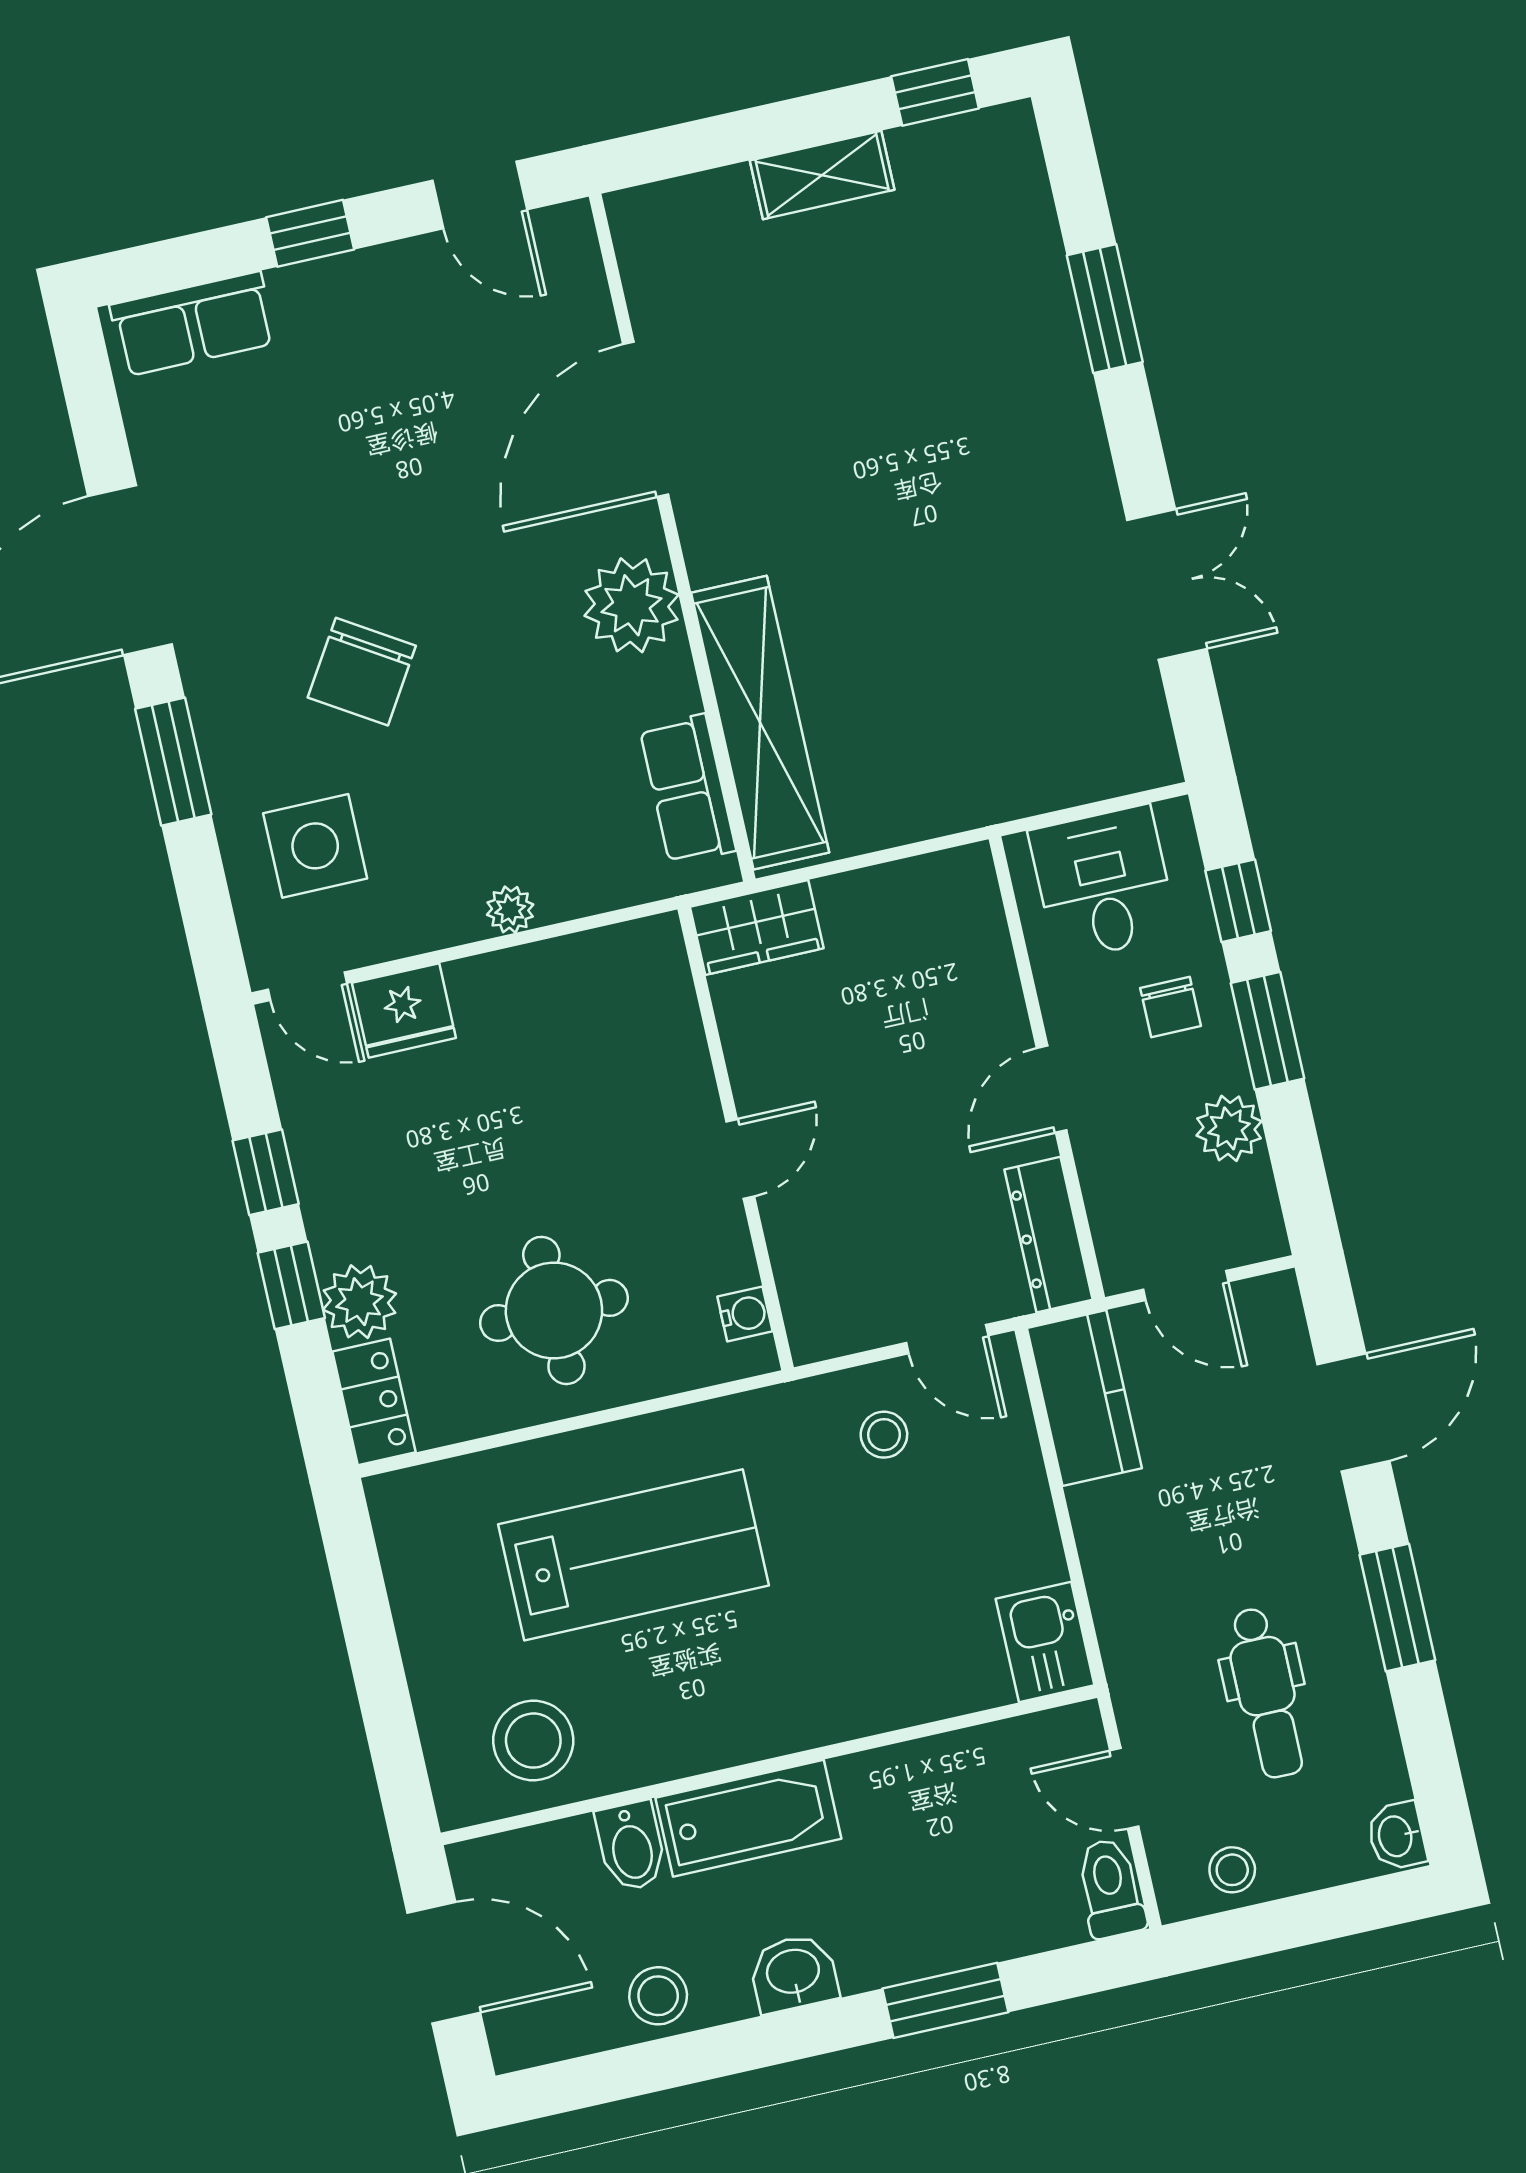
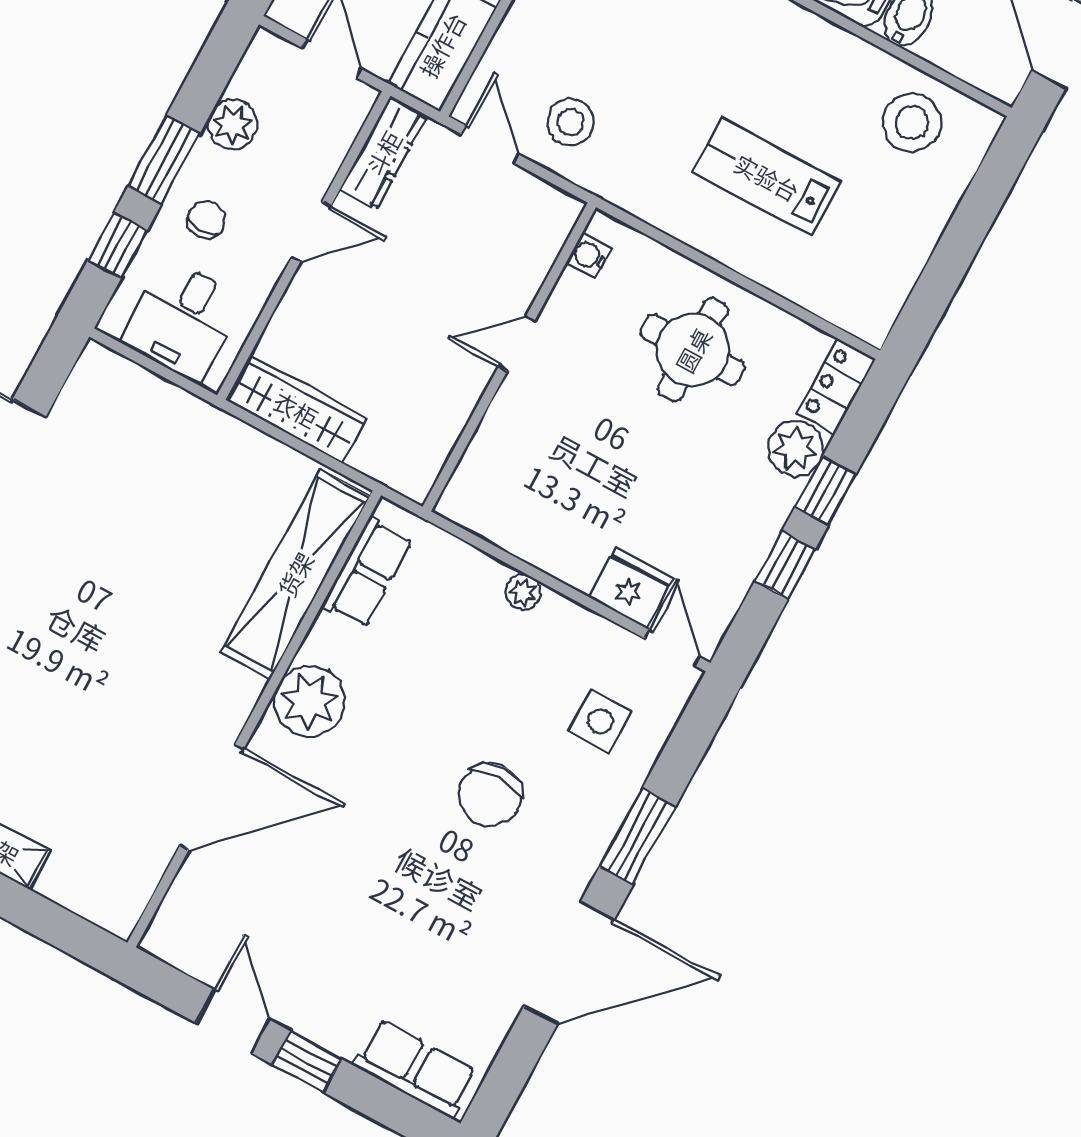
door: (480, 195) -> (233, 1021), moved
chair: (362, 672) -> (490, 795), turned 148
side table: (315, 846) -> (600, 721), width x0.73, depth x0.73
wardrobe: (757, 928) -> (296, 409), moved, width x1.50
stool: (884, 1435) -> (571, 122), width x1.37, depth x1.37
lab bench: (633, 1555) -> (767, 177), width x0.73, depth x0.72

